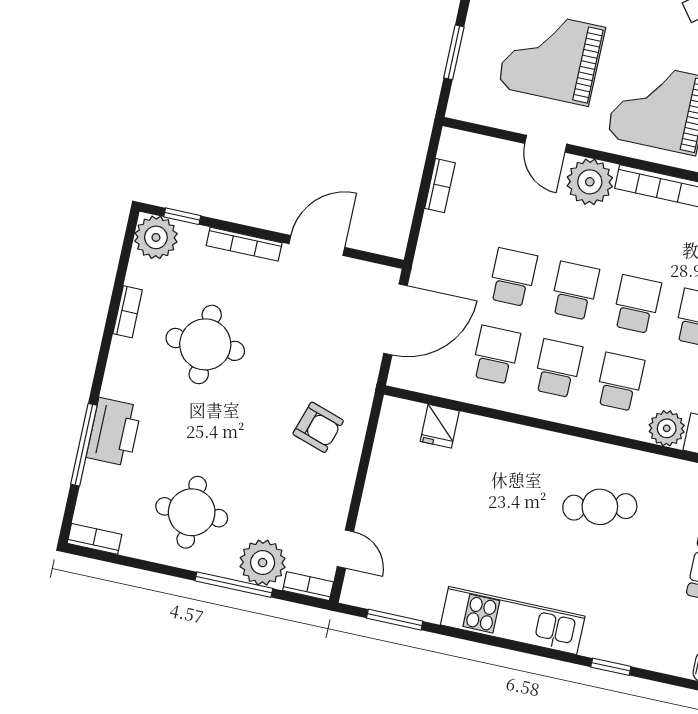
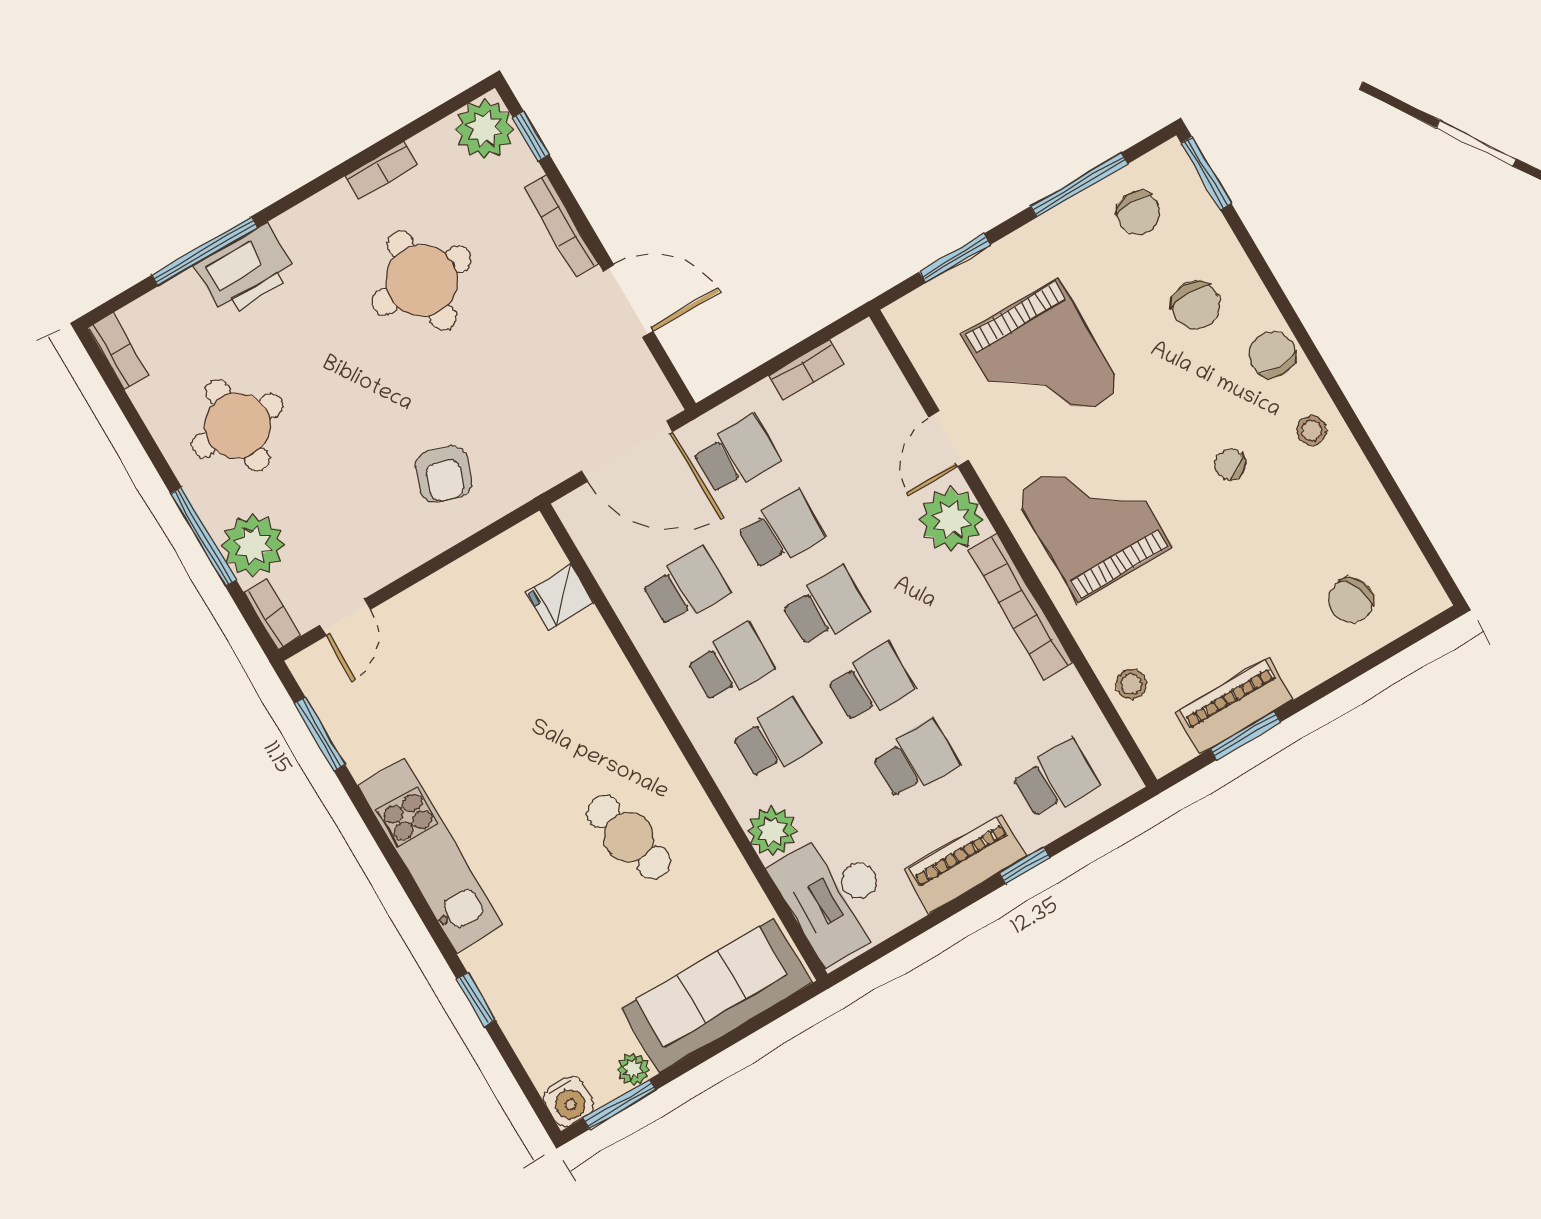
grand piano: (551, 57) -> (1042, 362), turned 180
school desk: (451, 264) -> (736, 455), added

